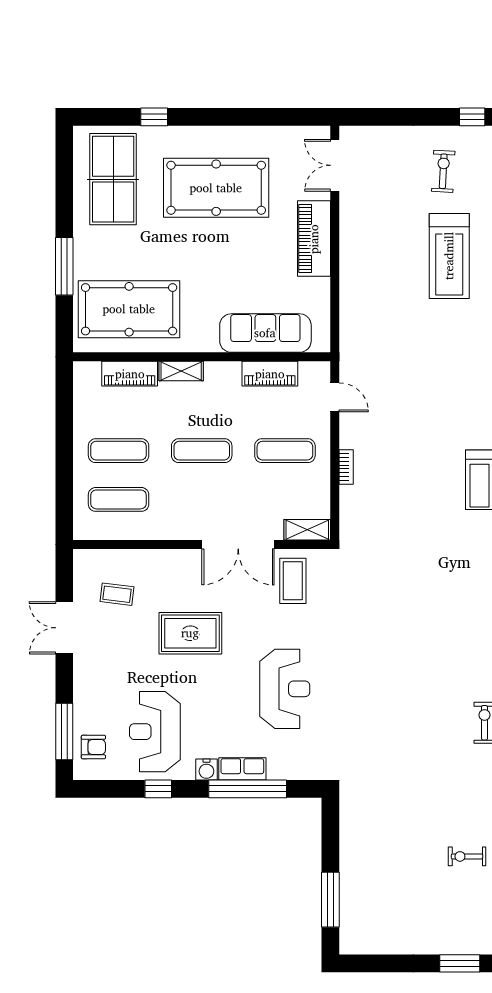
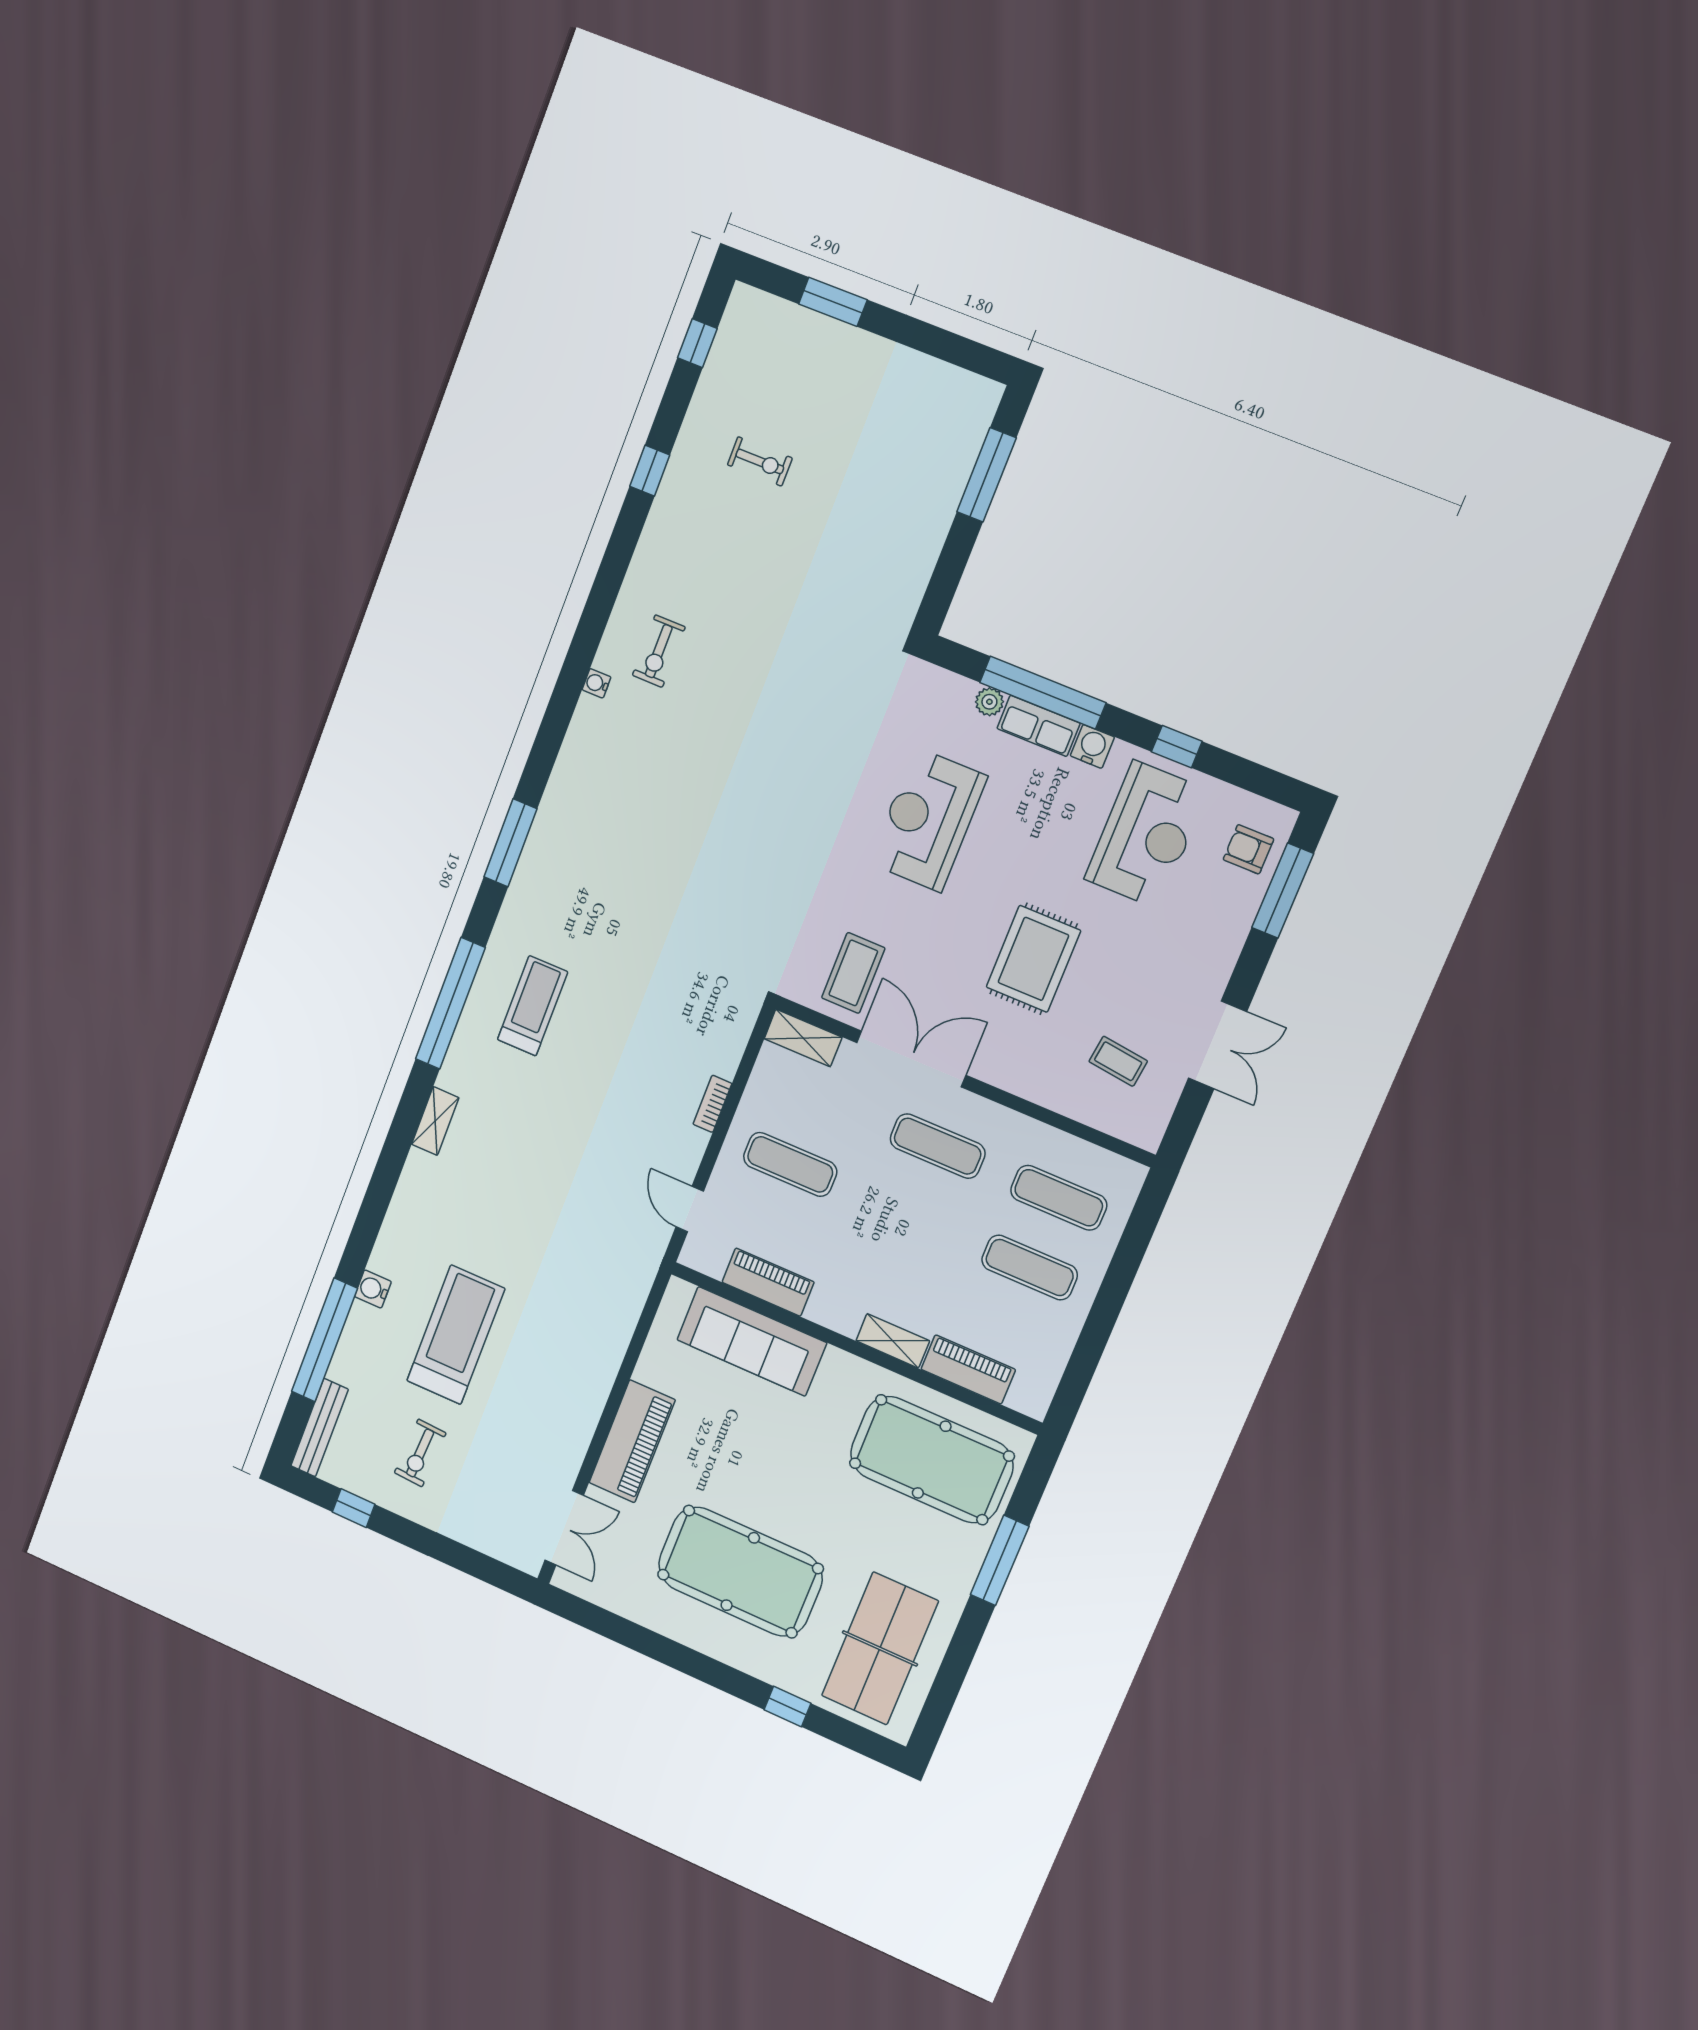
exercise mat: (202, 451) -> (938, 1146), moved
rug: (190, 633) -> (1033, 959), turned 90
plant: (276, 771) -> (989, 702), added

